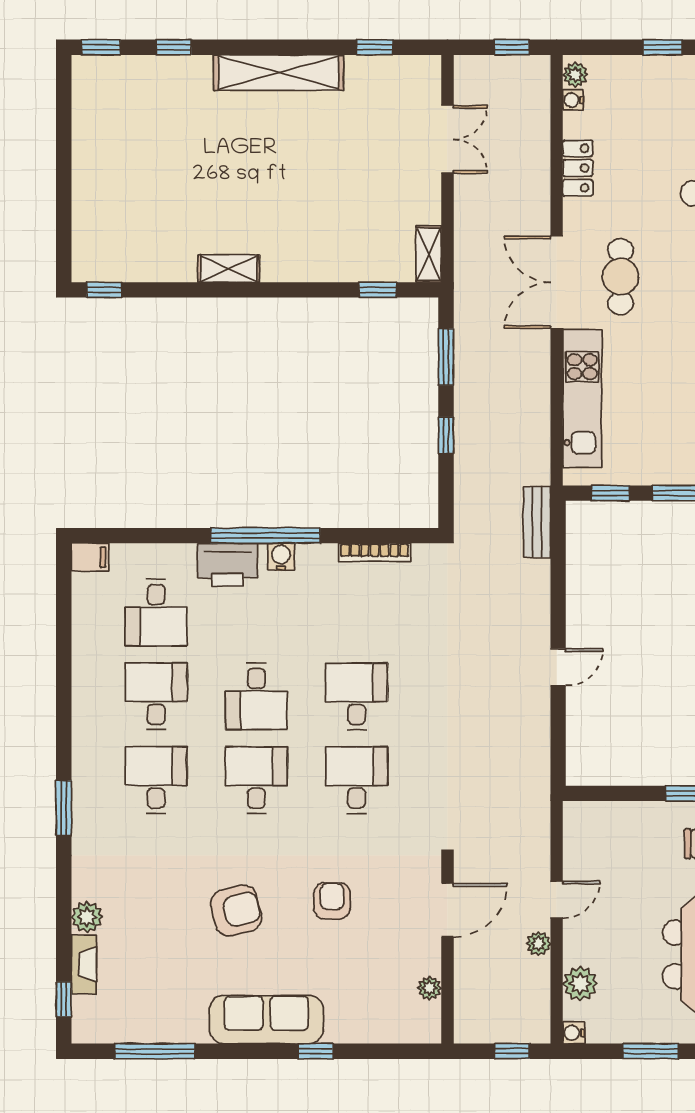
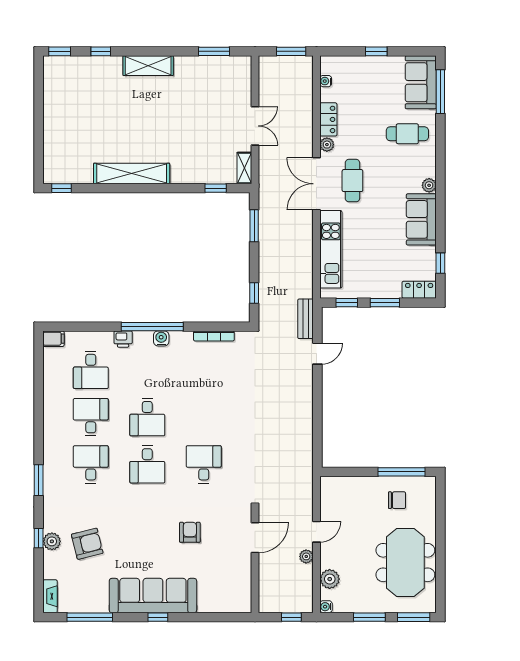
window: (375, 47) -> (214, 51), width x1.50
window: (512, 47) -> (291, 51), width x1.50
shelving: (279, 73) -> (148, 66), width x0.68
plant: (575, 75) -> (327, 145), moved
double door: (447, 139) -> (255, 126), moved
shelving: (229, 269) -> (132, 173), width x2.20, depth x1.33
window: (446, 435) -> (254, 293), moved
printer: (227, 565) -> (123, 339), width x0.53, depth x0.68
door: (558, 667) -> (317, 354), moved
desk: (357, 696) -> (204, 417), removed
desk: (256, 780) -> (147, 464), turned 180
armchair: (236, 911) -> (87, 544), moved
fireplace: (84, 964) -> (50, 596), moved
plant: (430, 988) -> (245, 581), removed
window: (64, 999) -> (39, 538), moved
sofa: (266, 1019) -> (153, 596), width x1.36, depth x1.27
window: (315, 1051) -> (158, 617), moved

